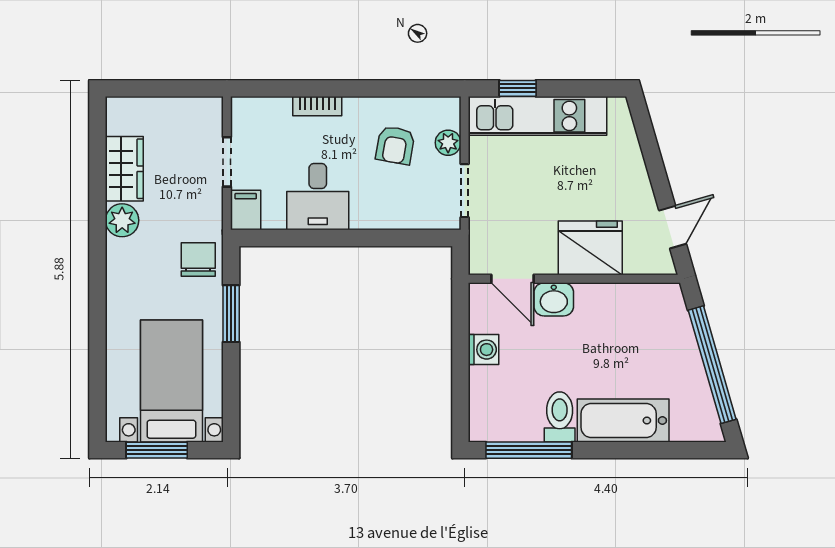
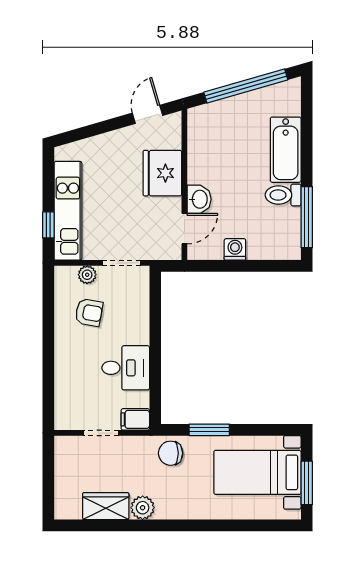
bookcase: (317, 106) -> (61, 368), removed
door: (673, 227) -> (147, 114), hinge flipped

